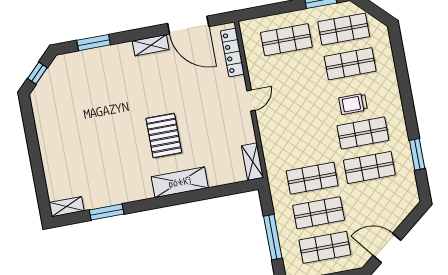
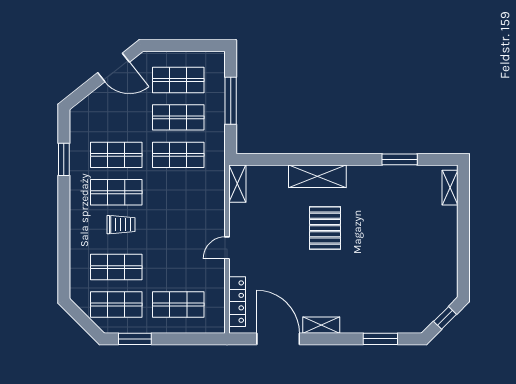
shelving: (67, 207) -> (450, 188), moved, turned 90

